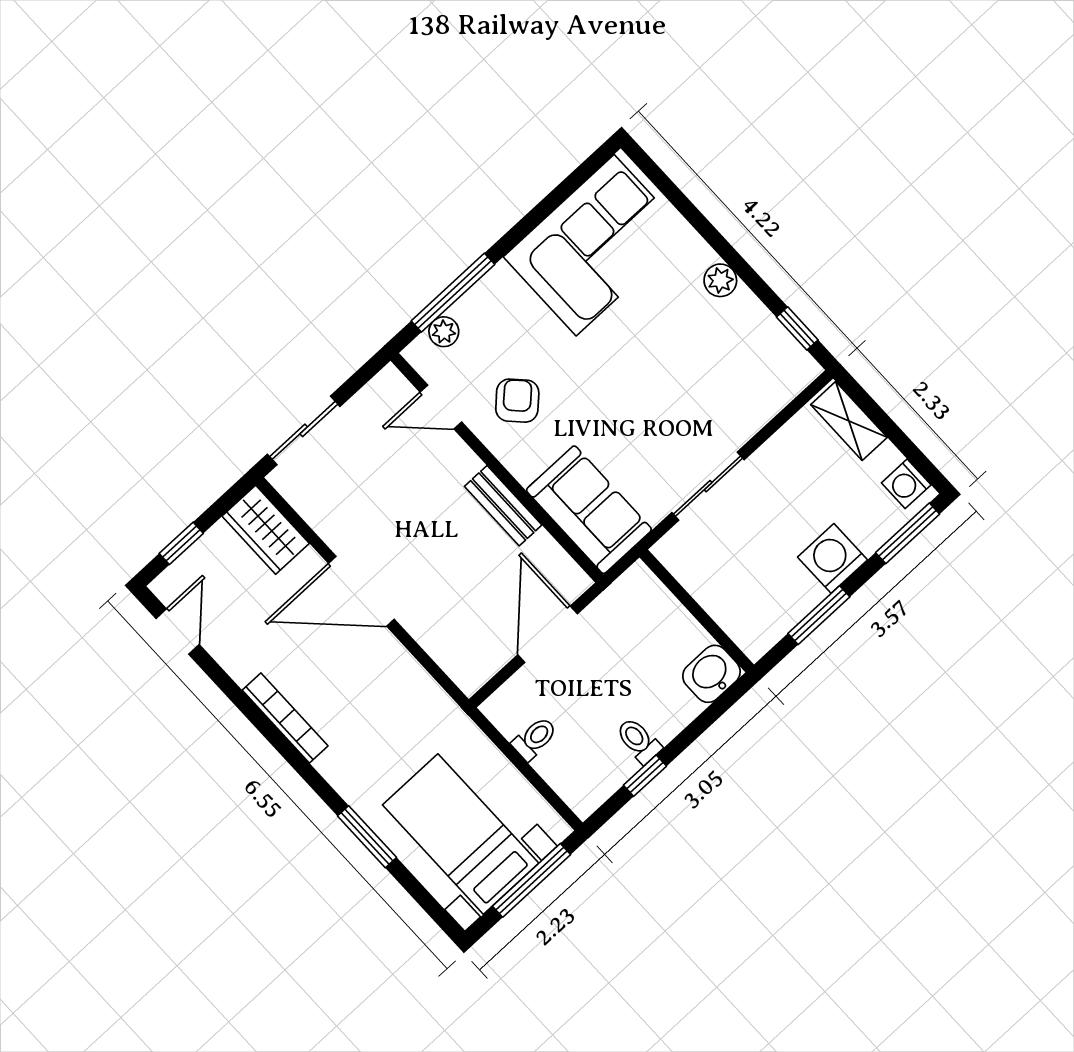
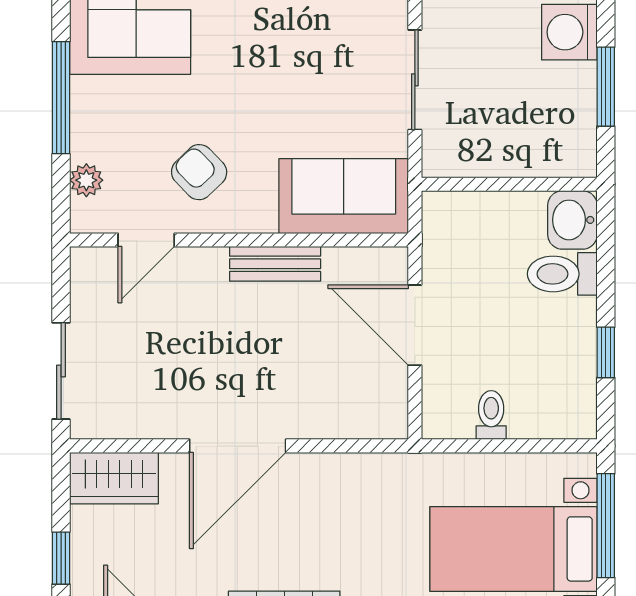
window: (453, 293) -> (61, 98), moved
toilet: (639, 741) -> (562, 274), moved, width x1.37, depth x1.39

